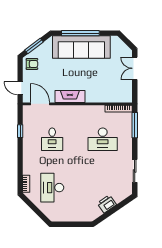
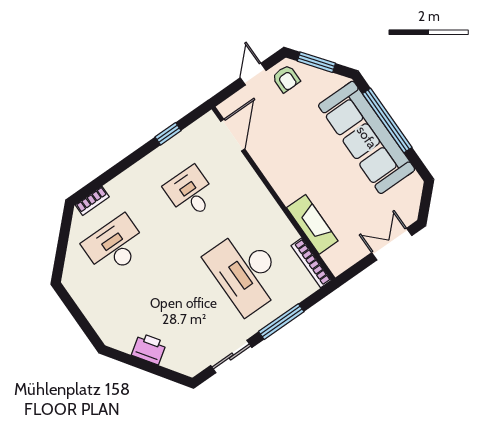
door: (20, 88) -> (253, 74), moved
fireplace: (70, 96) -> (312, 224), moved
window: (135, 125) -> (281, 322), moved
desk: (52, 139) -> (190, 193), turned 90
desk: (103, 139) -> (246, 272), width x1.36, depth x1.30

